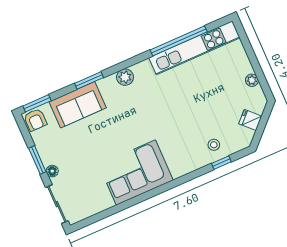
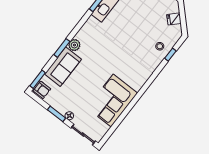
plant: (125, 77) -> (74, 45), moved
corner sofa: (136, 172) -> (112, 101), moved

